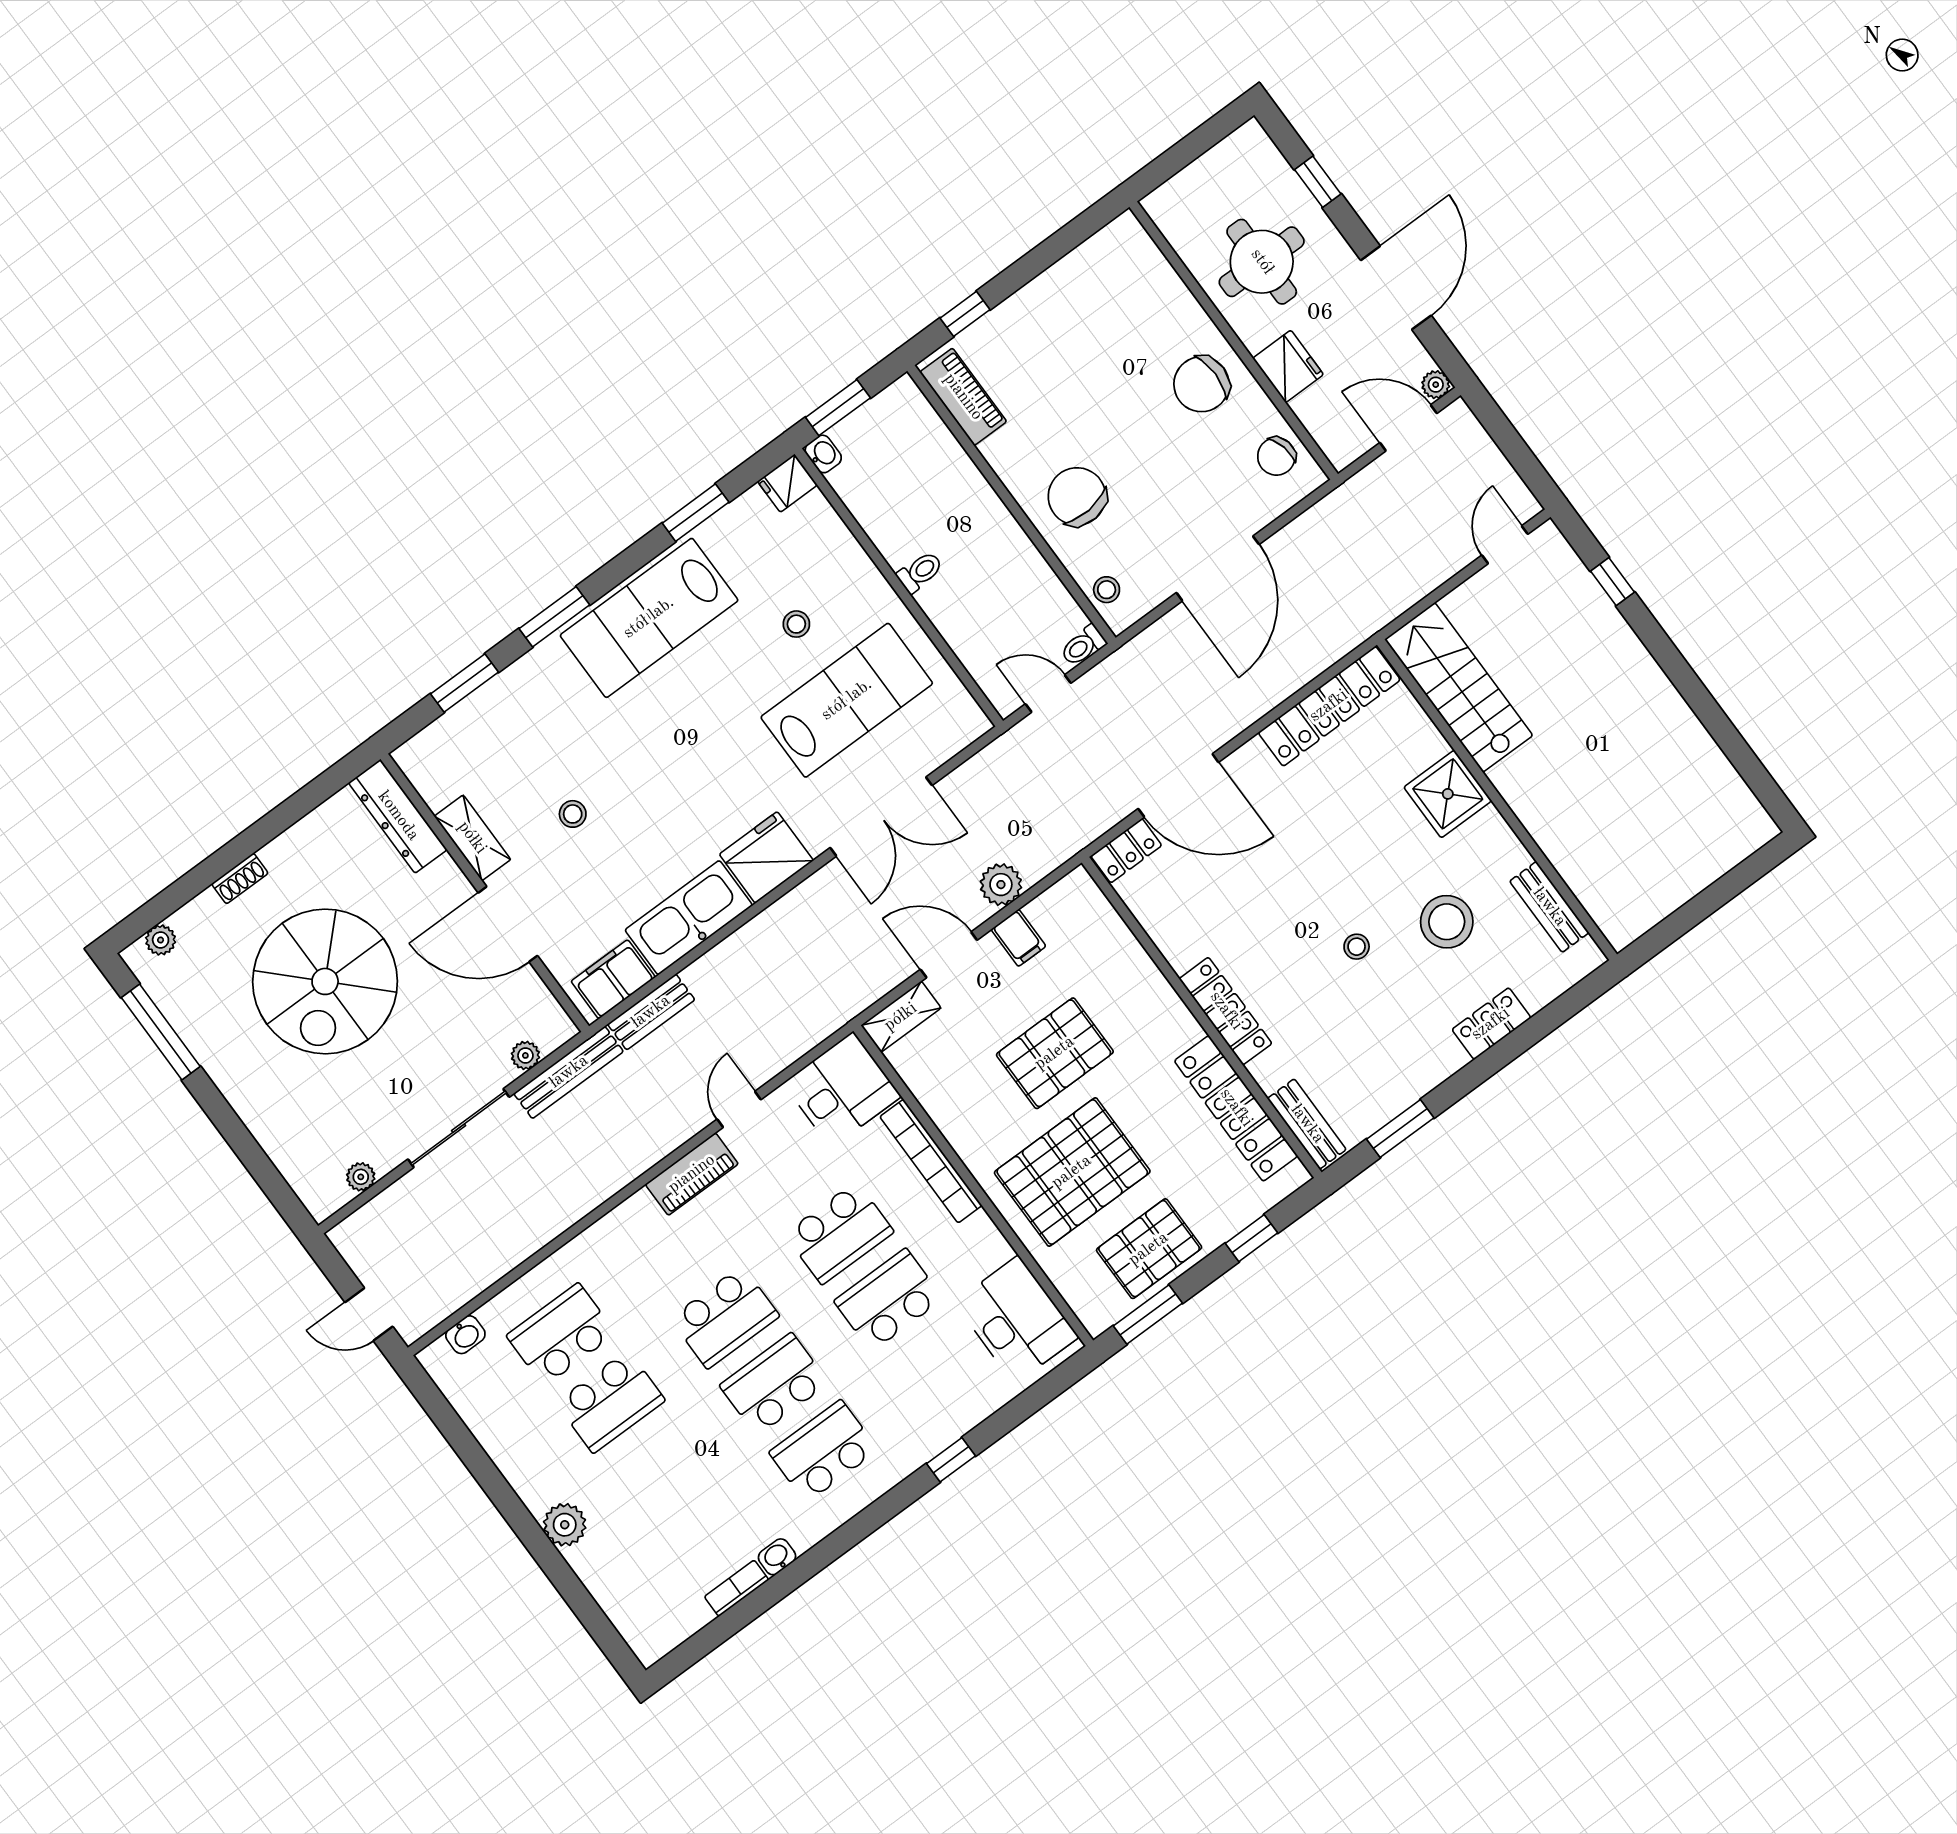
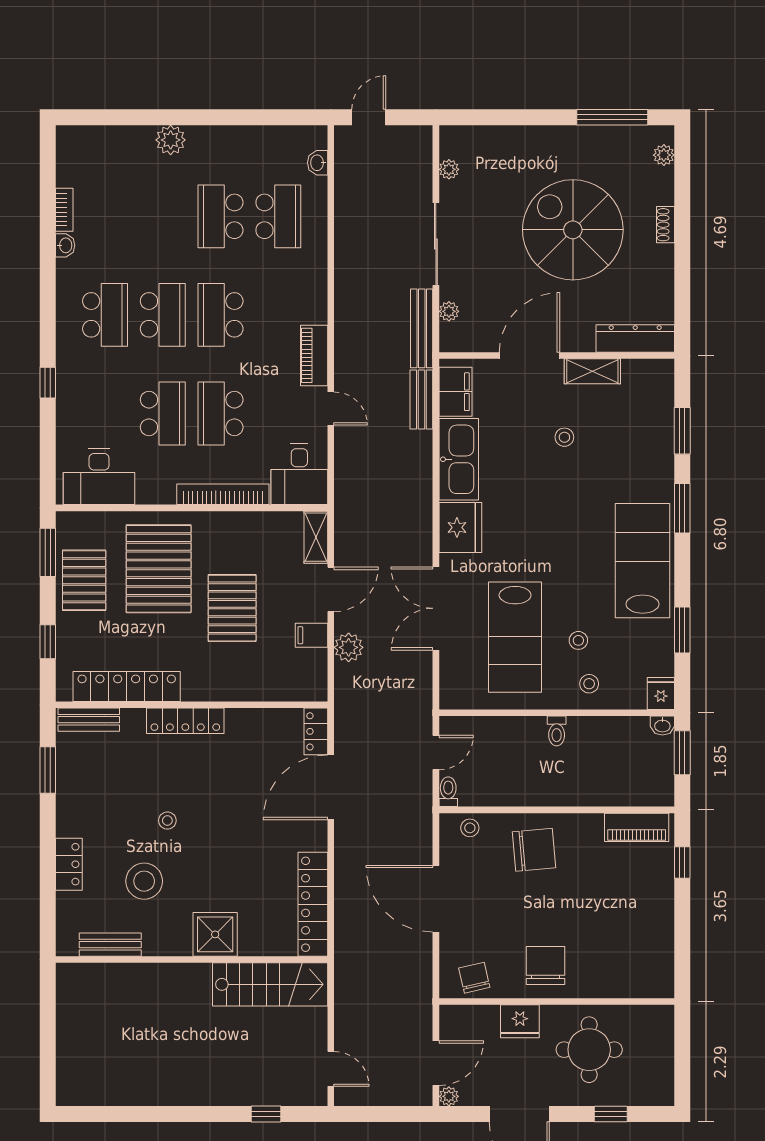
stool: (837, 575) -> (589, 684), added

